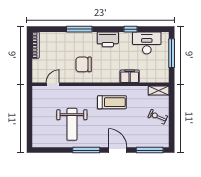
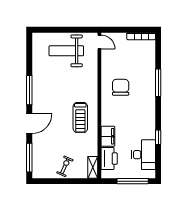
printer: (108, 39) -> (109, 159), moved, turned 180
door: (53, 84) -> (99, 42), moved
weight bench: (72, 124) -> (66, 51), moved

